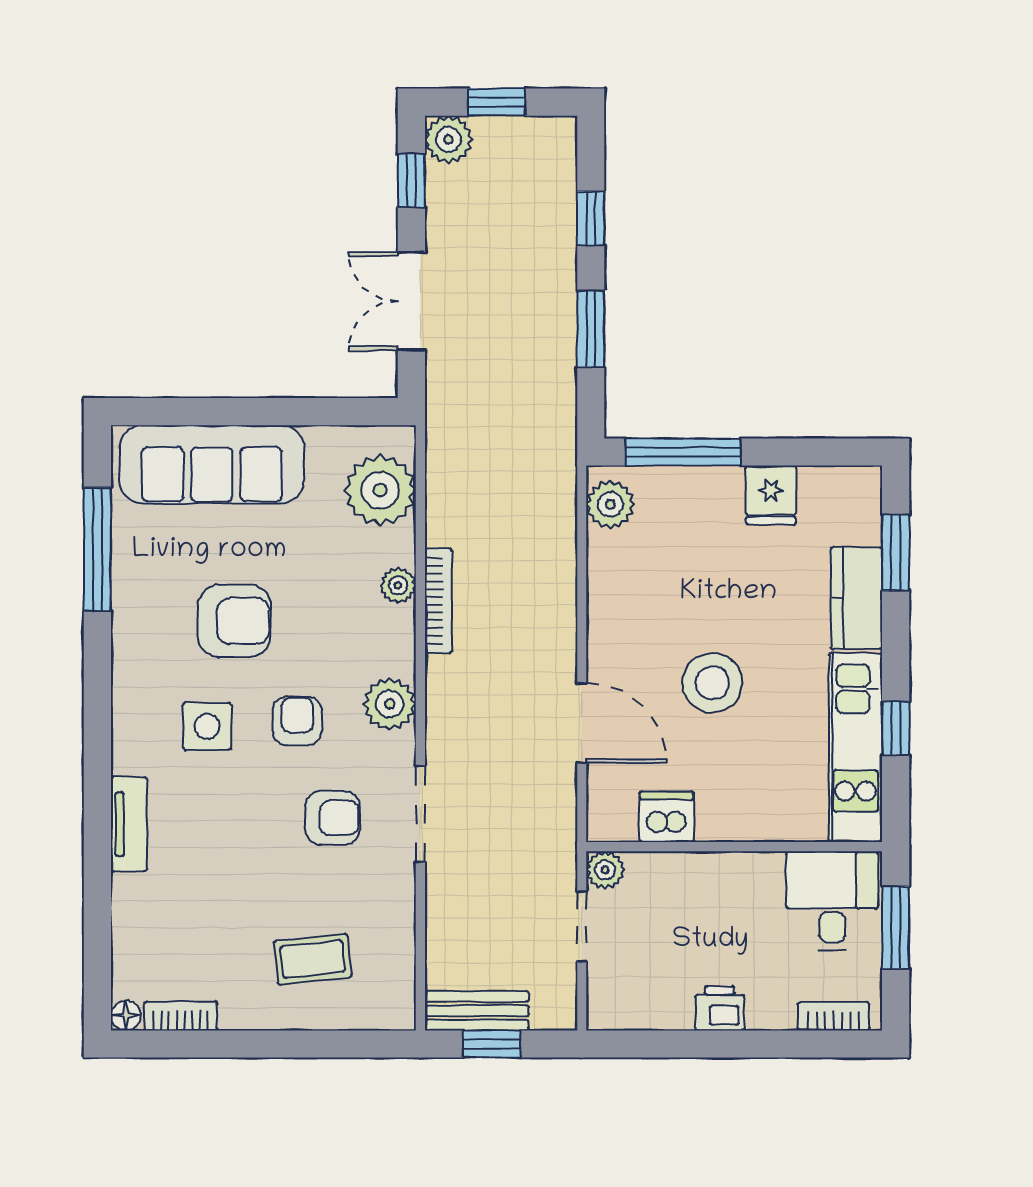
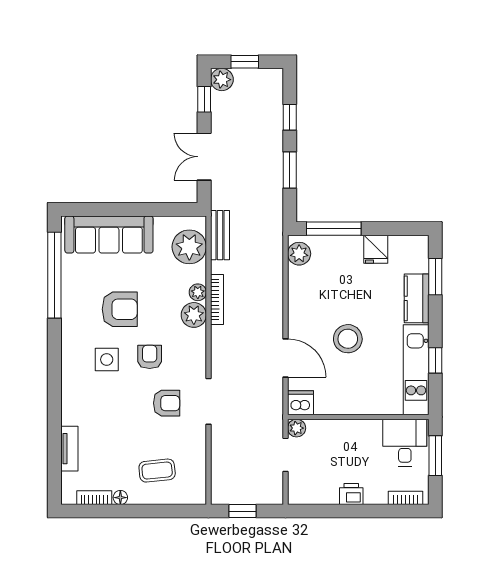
window: (97, 549) -> (54, 275), width x1.46
plant: (390, 704) -> (194, 315), moved
dishwasher: (667, 817) -> (301, 403), moved
tv unit: (129, 824) -> (69, 449), moved
bench: (477, 1011) -> (220, 235), moved, turned 90
floor lamp: (126, 1016) -> (120, 498), moved

